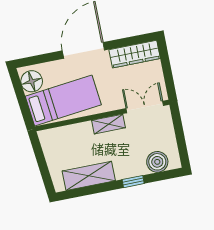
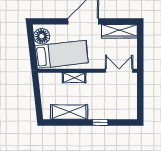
shelving: (109, 124) -> (74, 78), moved
boiler: (157, 162) -> (120, 112), removed

